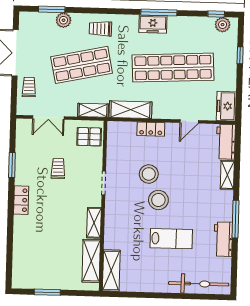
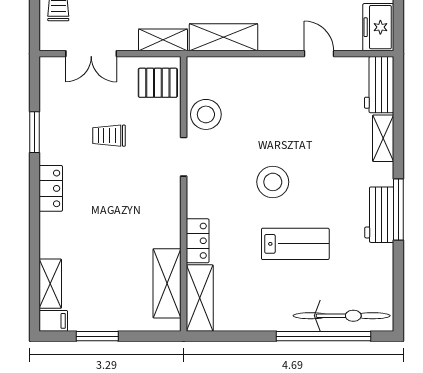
door: (189, 121) -> (319, 54), swing flipped
locker: (151, 129) -> (198, 241), moved, turned -90
trolley: (58, 169) -> (109, 136), turned -90
stool: (149, 174) -> (206, 114), moved
shelving: (94, 223) -> (50, 284), moved
workbench: (223, 239) -> (379, 215), moved
filing cabinet: (20, 282) -> (53, 321), added
window: (187, 296) -> (324, 336), added

